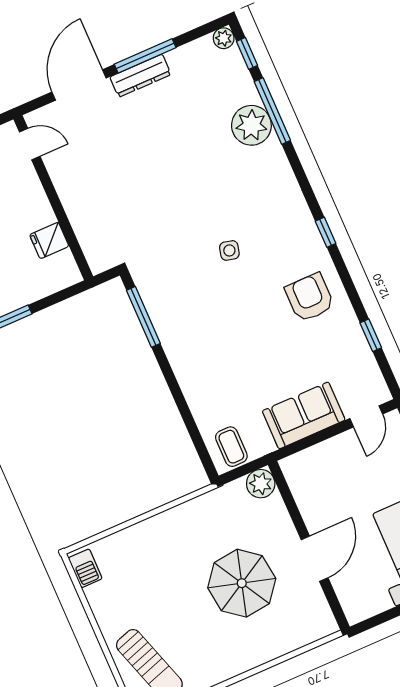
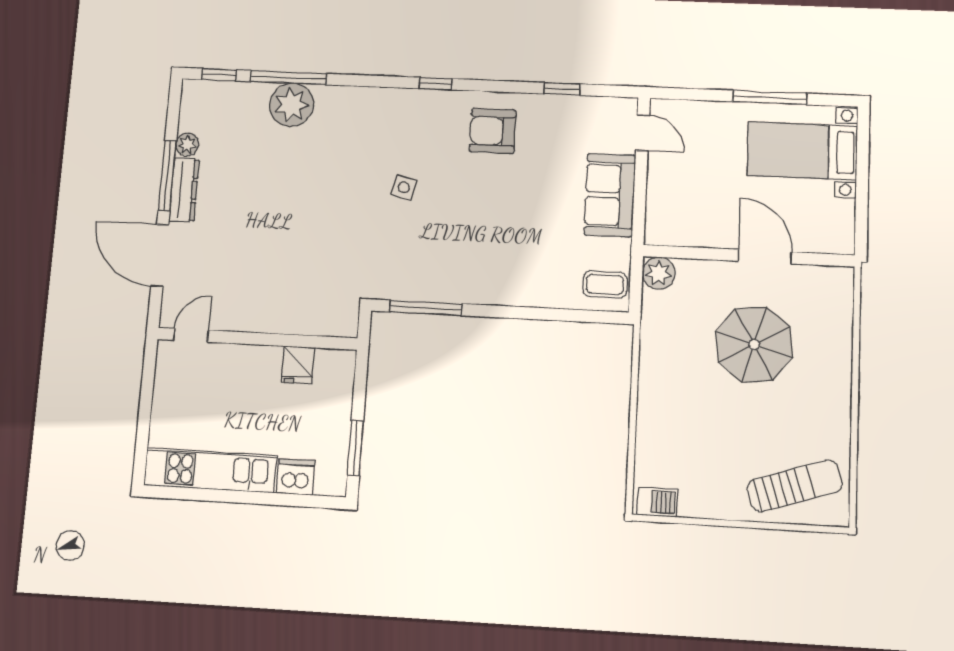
plant: (224, 38) -> (187, 145), moved

